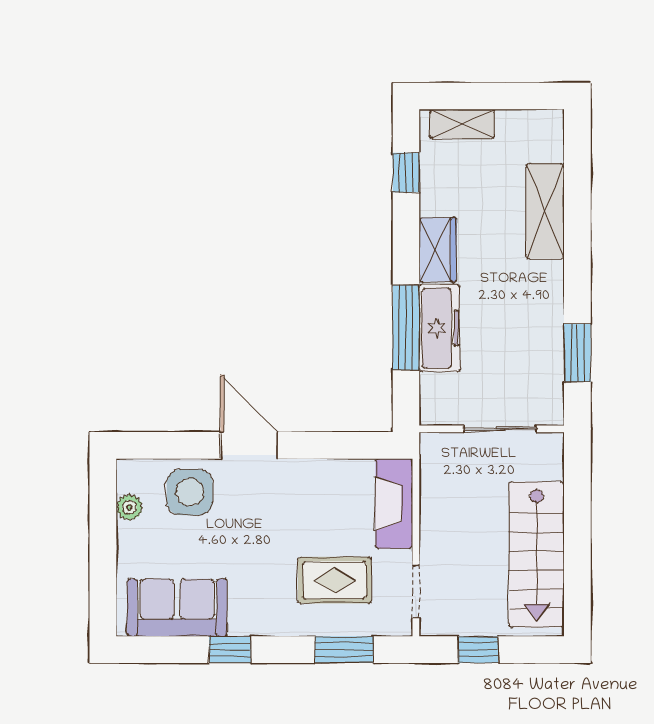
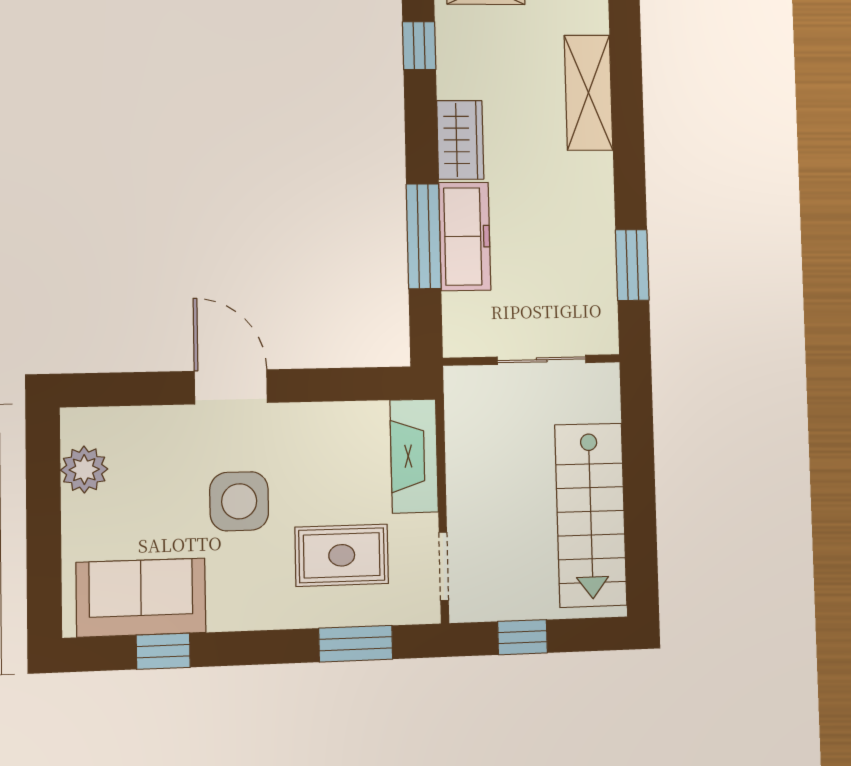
side table: (190, 492) -> (239, 501), moved
plant: (129, 507) -> (84, 470), width x1.38, depth x1.38
window: (230, 650) -> (163, 651), moved

